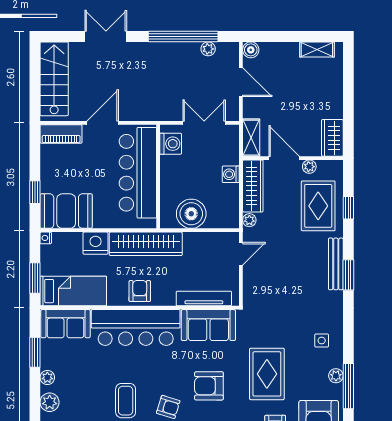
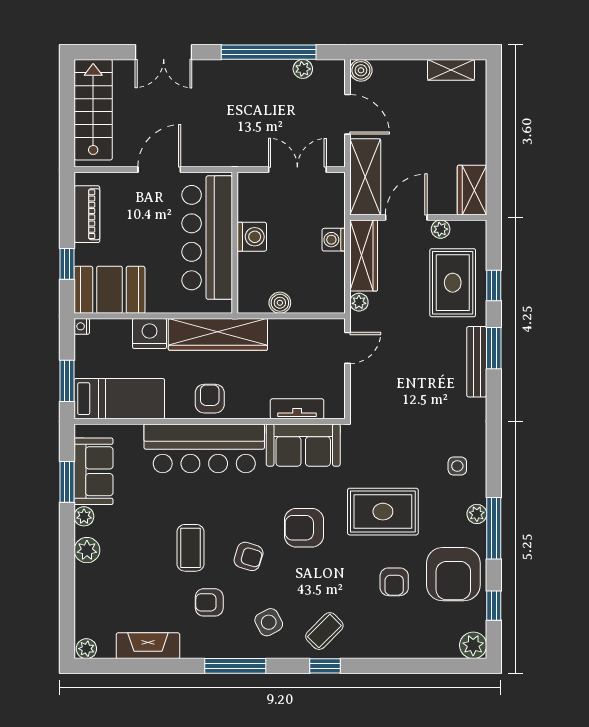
double door: (106, 37) -> (164, 52), swing flipped
piano: (61, 134) -> (87, 214), moved, turned -90
shelving: (251, 138) -> (365, 177), width x1.50, depth x1.33
washing machine: (171, 144) -> (252, 237), moved
door: (284, 158) -> (406, 218), hinge flipped
boiler: (191, 214) -> (280, 303), width x0.54, depth x0.54
window: (348, 275) -> (494, 348), moved
tv unit: (204, 298) -> (297, 409), width x0.71
sofa: (65, 324) -> (94, 471), moved, turned -90
rug: (267, 374) -> (383, 512), turned 90

